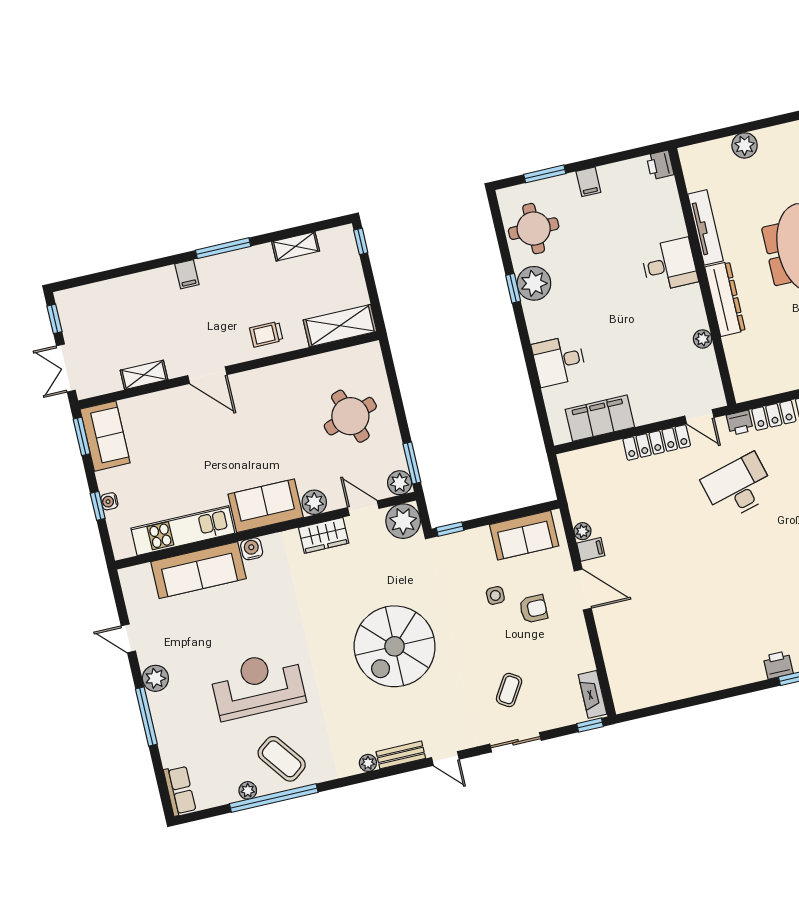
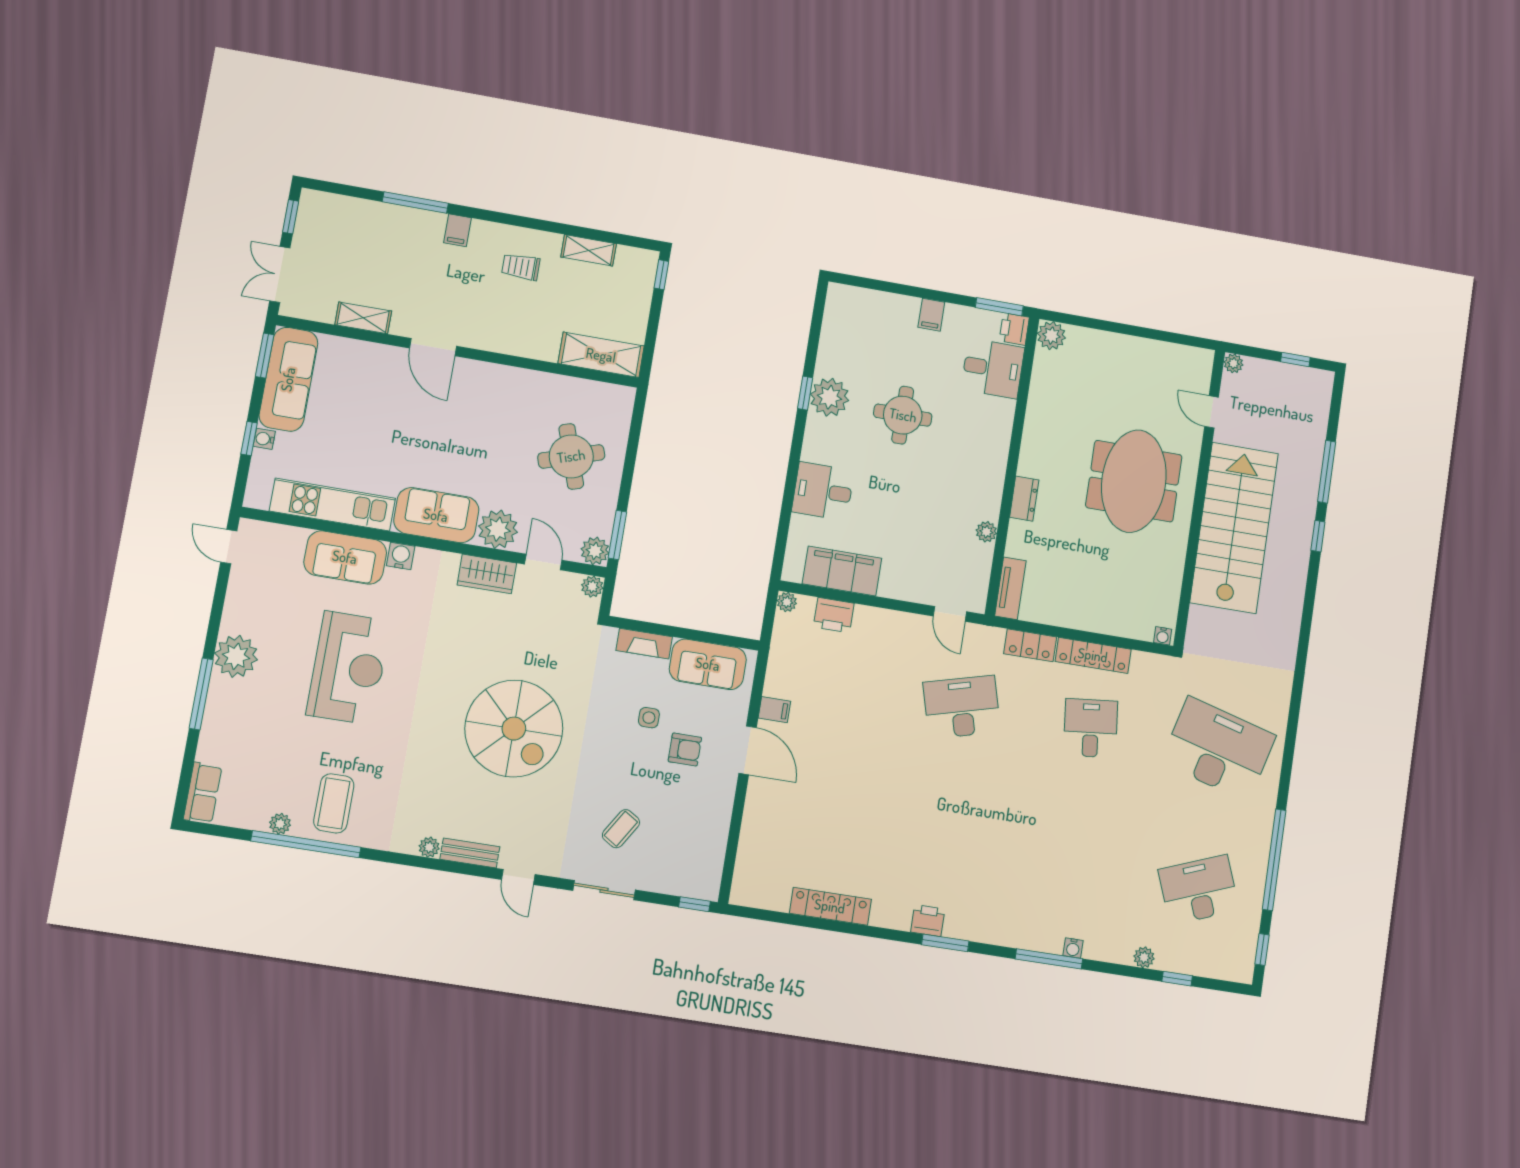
plant: (745, 145) -> (1051, 336), moved
window: (545, 174) -> (999, 307), moved
tv unit: (706, 227) -> (1010, 588), moved, width x0.71
round table: (534, 229) -> (903, 415), moved
window: (223, 248) -> (415, 202), moved
desk: (669, 265) -> (993, 368), moved
dresser: (725, 299) -> (1024, 499), width x0.51, depth x0.80
trolley: (266, 334) -> (521, 267), moved
printer: (740, 423) -> (834, 615), moved, width x1.36, depth x1.24
sofa: (105, 436) -> (288, 379), width x1.36
locker: (657, 443) -> (830, 906), moved, turned 180
plant: (314, 502) -> (498, 529), width x1.36, depth x1.36
plant: (403, 521) -> (592, 587), width x0.53, depth x0.53
window: (450, 529) -> (629, 624), removed
plant: (582, 531) -> (787, 602), moved
sofa: (198, 570) -> (345, 557), width x0.73
door: (128, 638) -> (229, 547), moved
spiral stairs: (395, 646) -> (514, 729), turned -90
plant: (155, 678) -> (236, 656), width x1.36, depth x1.36
reception desk: (258, 685) -> (348, 668), moved, turned 90
fireplace: (592, 694) -> (644, 644), moved, turned -90
coffee table: (282, 759) -> (334, 803), turned 37

